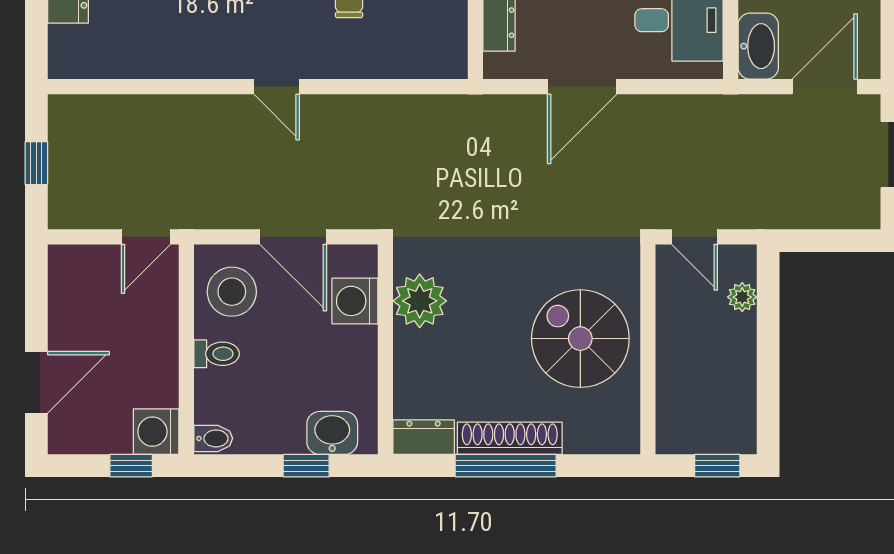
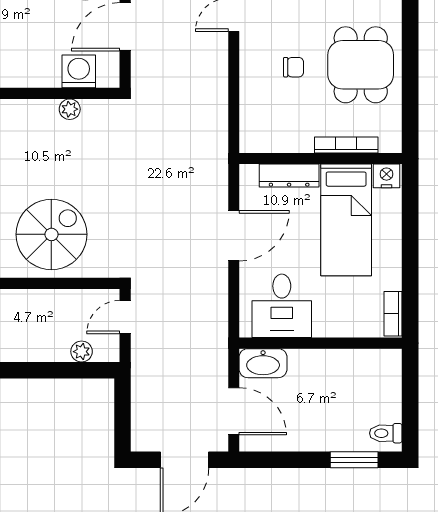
door: (582, 87) -> (234, 236), swing flipped
plant: (420, 301) -> (70, 109), width x0.53, depth x0.53

